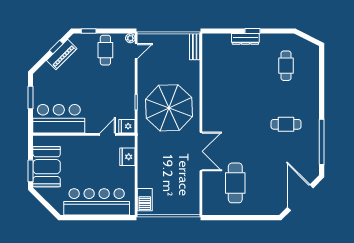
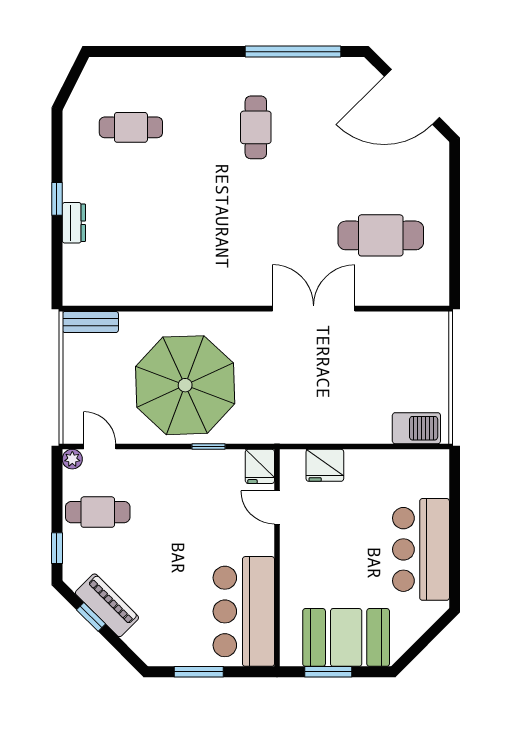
dresser: (245, 39) -> (74, 223), width x0.70
parasol: (169, 108) -> (185, 385), moved
window: (30, 171) -> (328, 672), moved
bar counter: (97, 202) -> (421, 549), width x0.73

